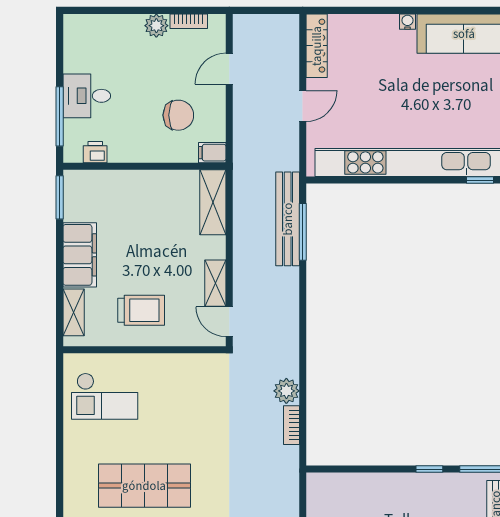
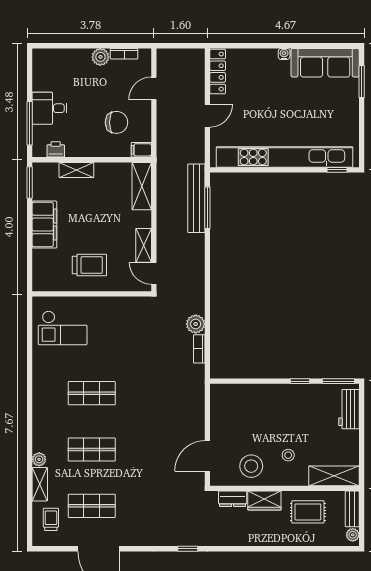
shelving: (74, 312) -> (76, 170), moved, turned 90
shop shelf: (144, 486) -> (92, 393), width x0.70, depth x0.74

